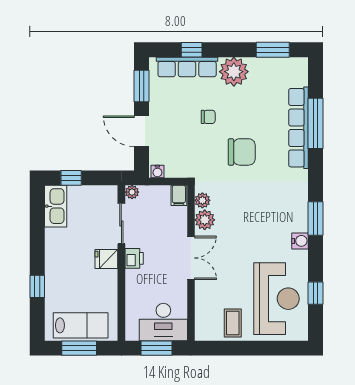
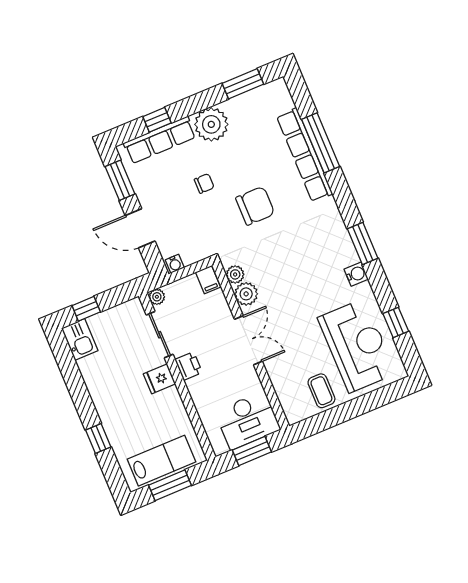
kitchen sink: (56, 206) -> (80, 339), width x0.73

